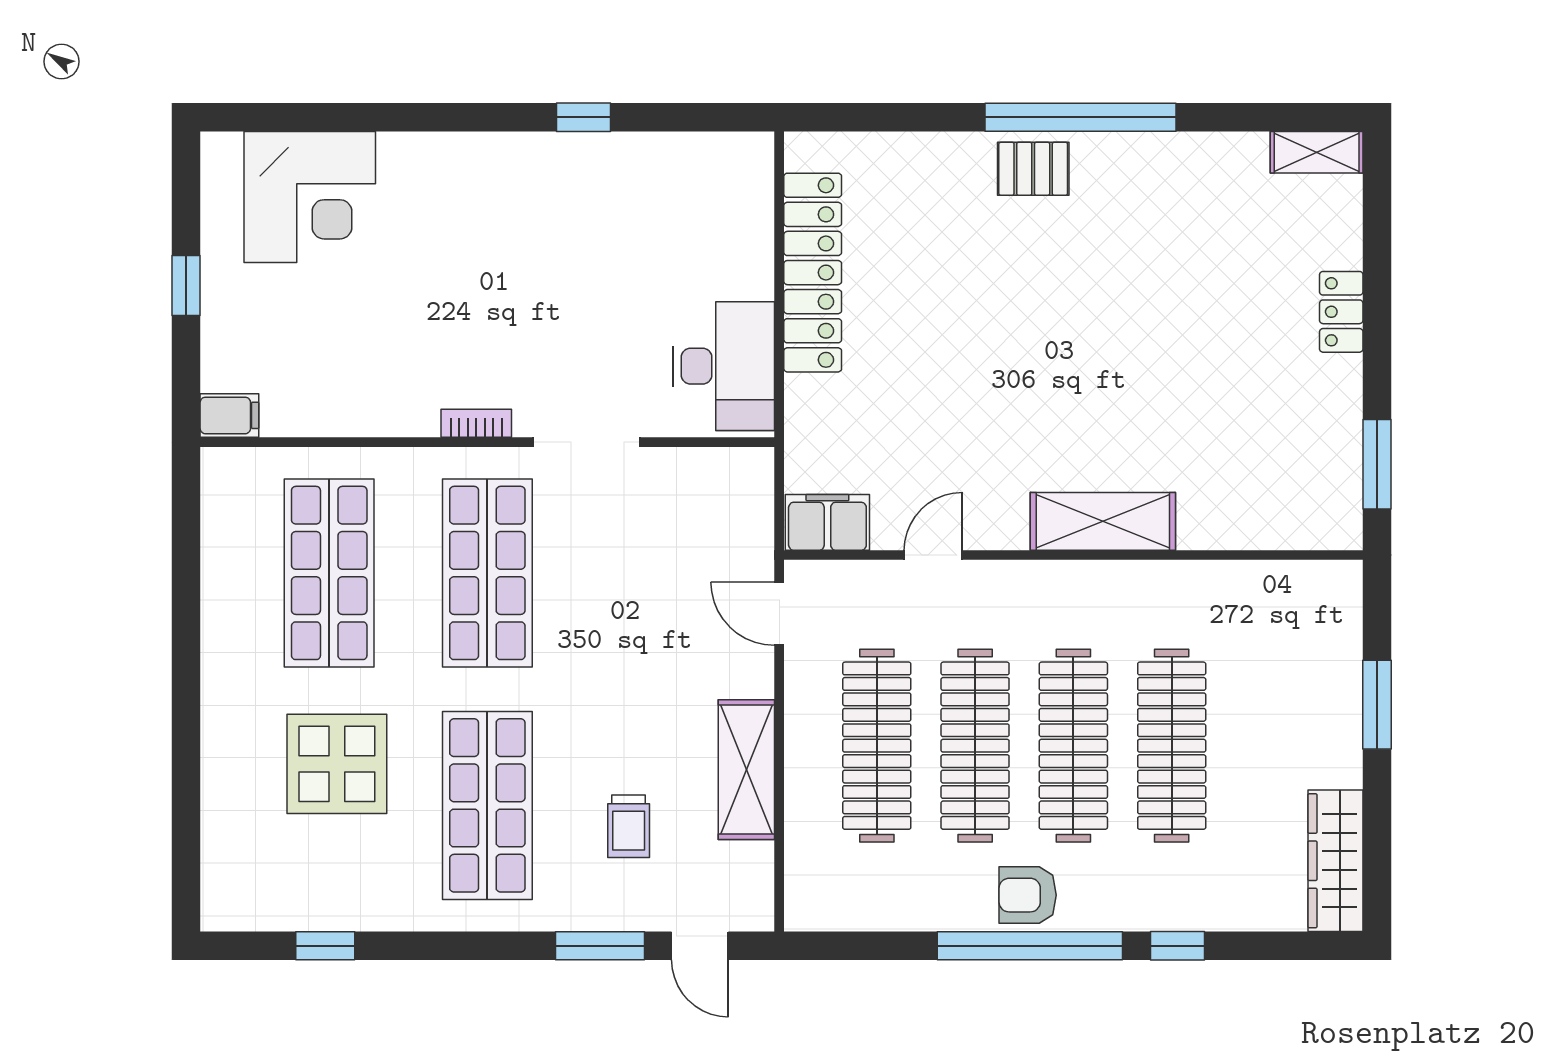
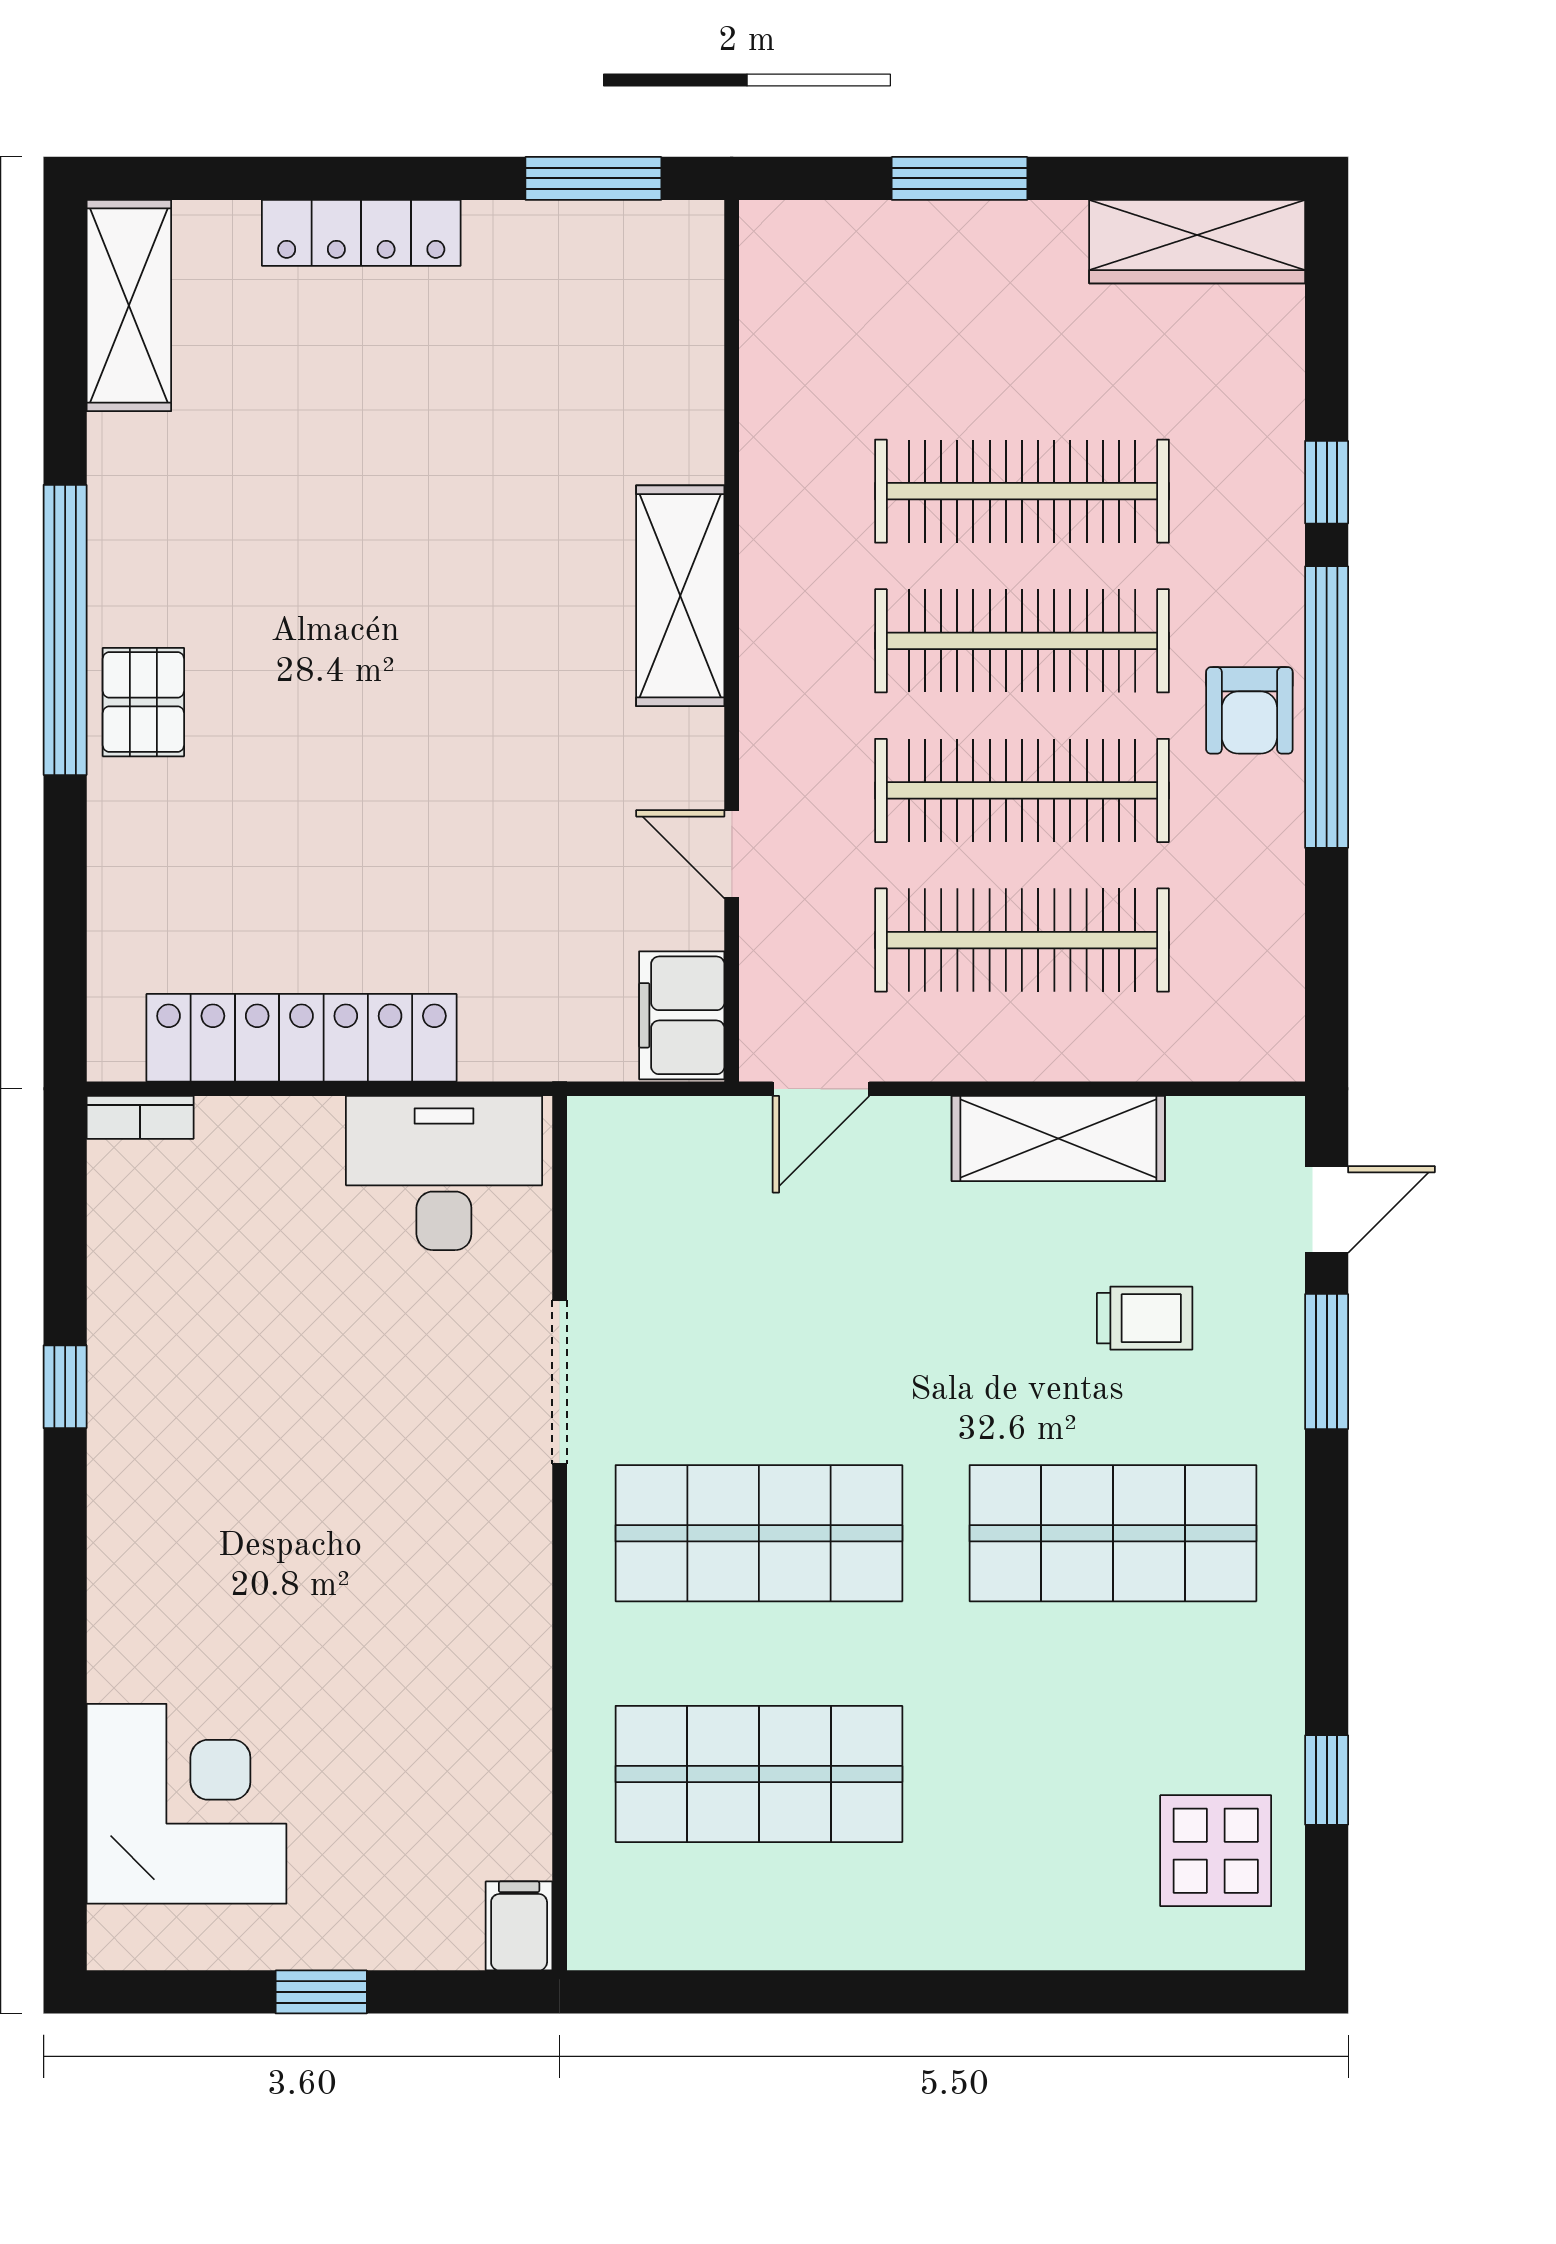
shelving: (1317, 152) -> (129, 306), width x1.50, depth x1.33
locker: (1341, 312) -> (361, 233), width x1.53
bookcase: (476, 423) -> (140, 1117), moved, turned -90
display table: (337, 764) -> (1216, 1851), moved, width x0.73, depth x0.73

